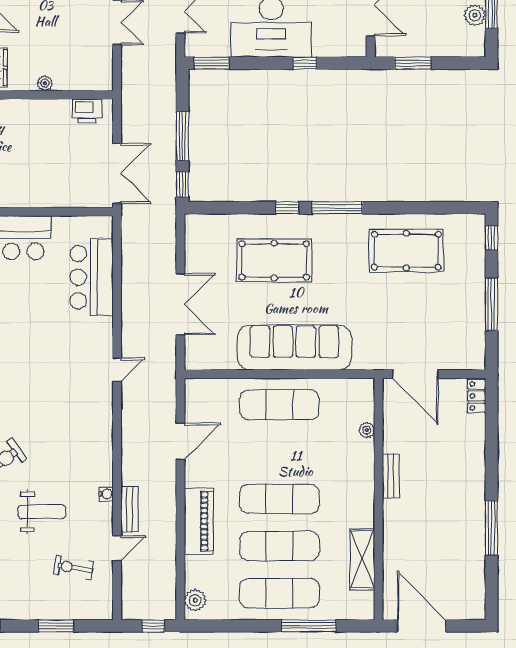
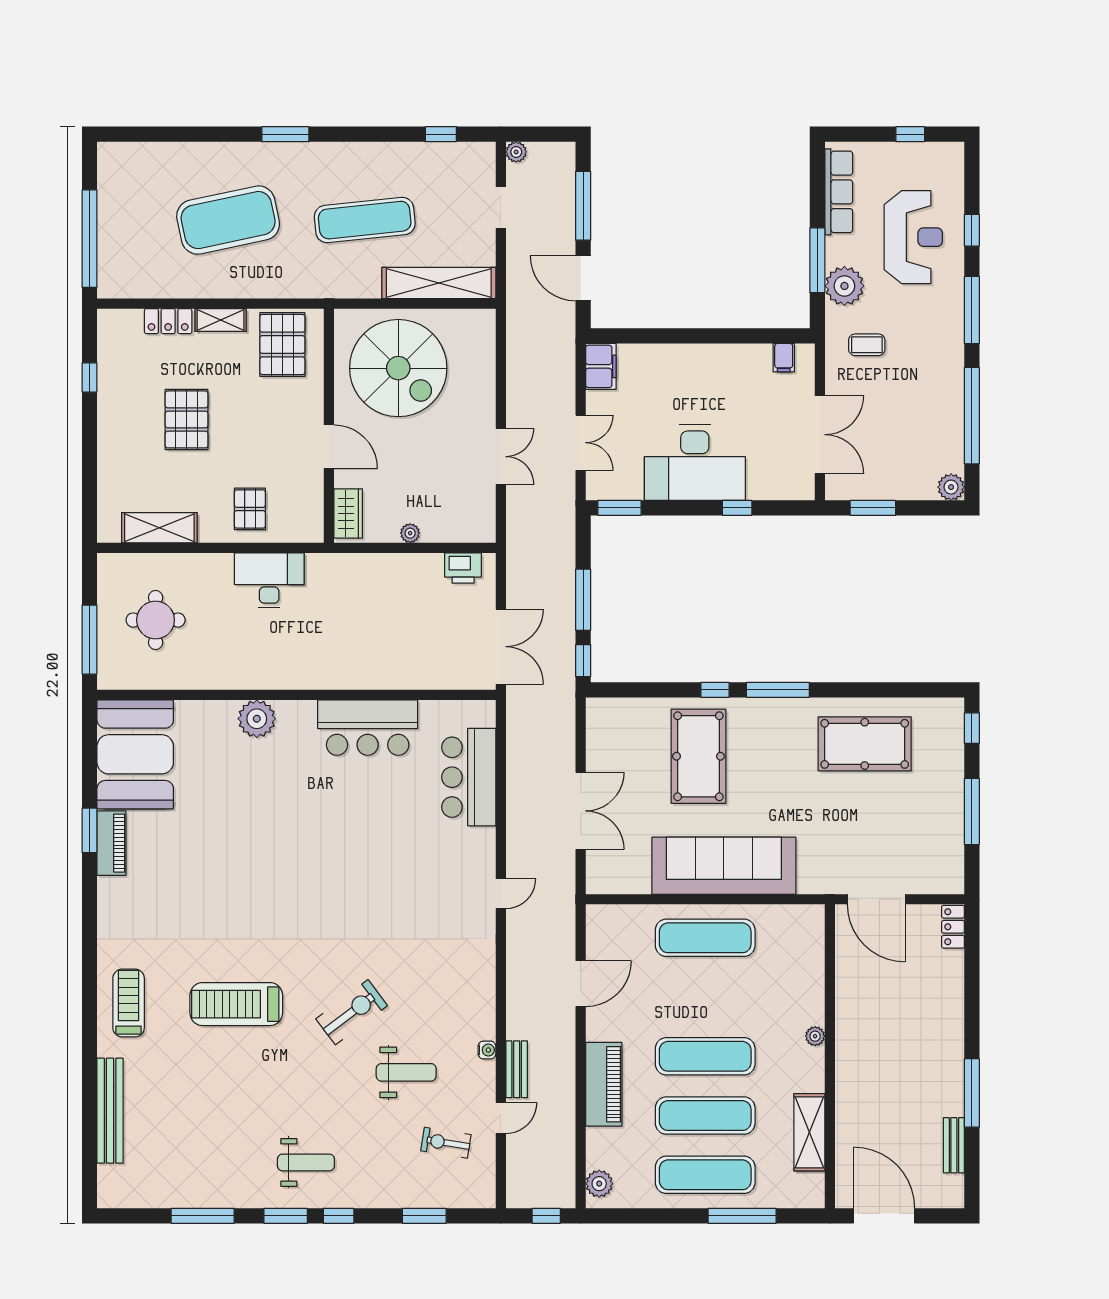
plant: (475, 15) -> (951, 487), moved
pool table: (274, 260) -> (698, 756), turned 90
plant: (367, 430) -> (815, 1036), moved
bench: (391, 476) -> (954, 1145), moved

